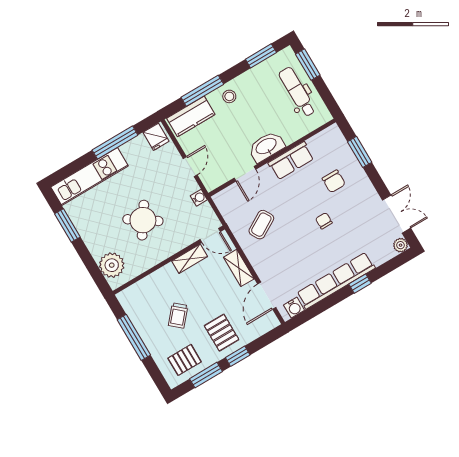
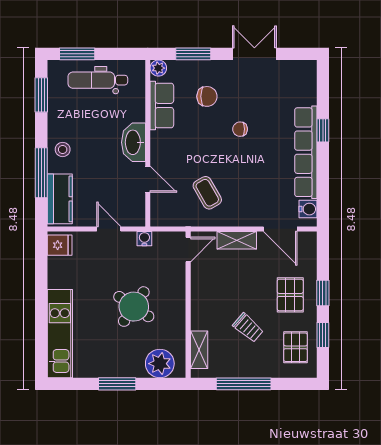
window: (115, 143) -> (41, 289), removed
row of seats: (291, 161) -> (162, 105), moved
double door: (397, 214) -> (254, 54), moved
window: (67, 225) -> (117, 384), moved
plant: (401, 245) -> (158, 68), moved
shelving: (190, 259) -> (199, 350), moved
pallet: (222, 333) -> (290, 295), turned 90
window: (206, 375) -> (323, 335), width x0.67

